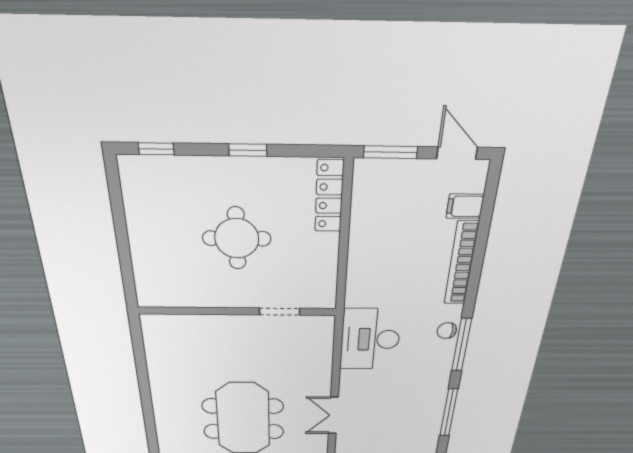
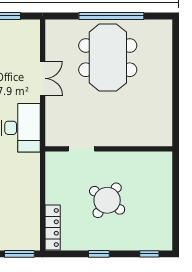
round table: (237, 238) -> (107, 200), turned 36
double door: (333, 416) -> (43, 78), moved

